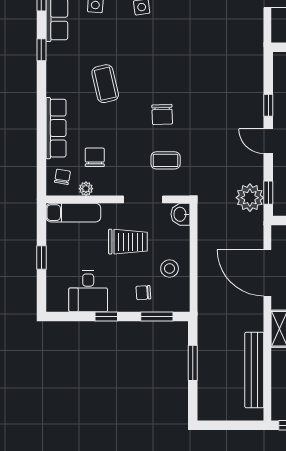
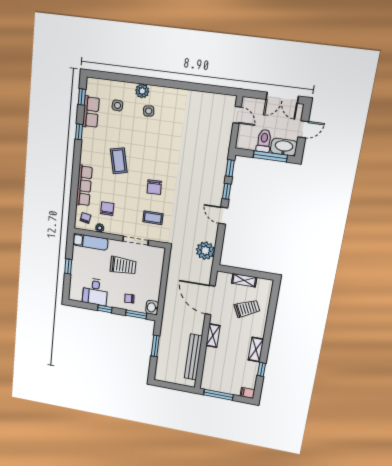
window: (268, 193) -> (230, 168), moved
washbasin: (181, 214) -> (152, 308), moved
stool: (170, 268) -> (148, 287), removed

